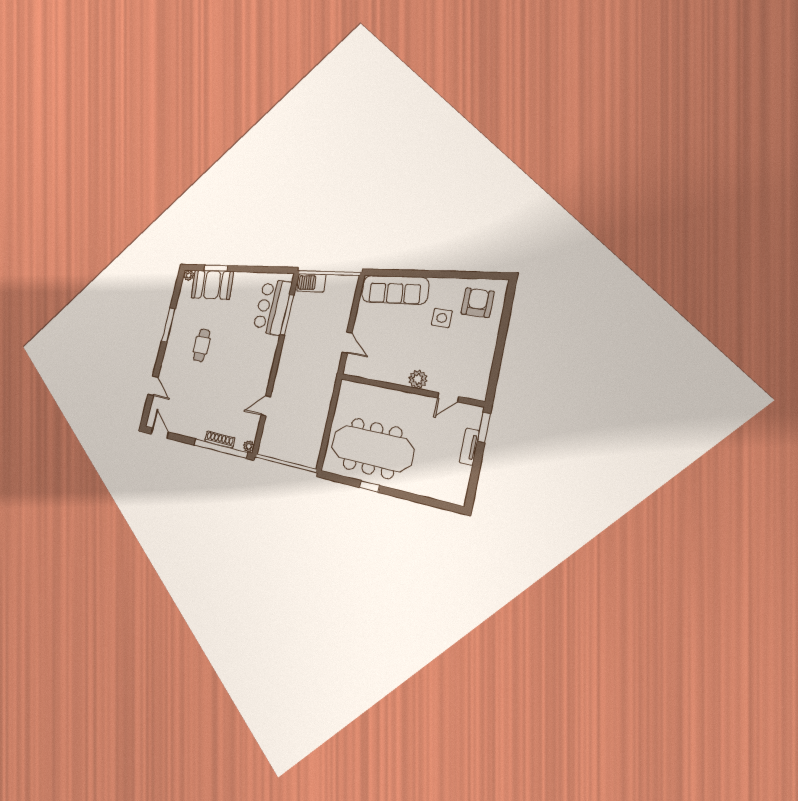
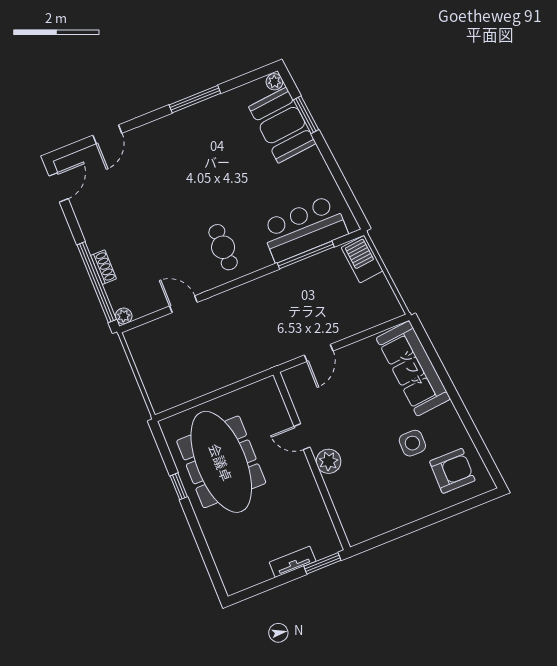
cafe table: (202, 345) -> (223, 247), moved, turned 90
door: (448, 397) -> (302, 437), moved
shoe rack: (220, 440) -> (104, 267), width x0.70

